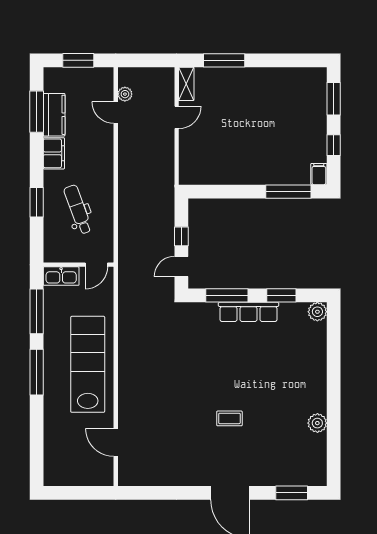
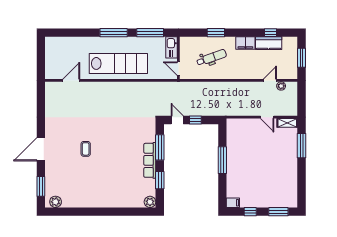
window: (37, 112) -> (271, 33), width x0.46
window: (288, 192) -> (222, 160), moved
plant: (317, 423) -> (56, 202), moved

